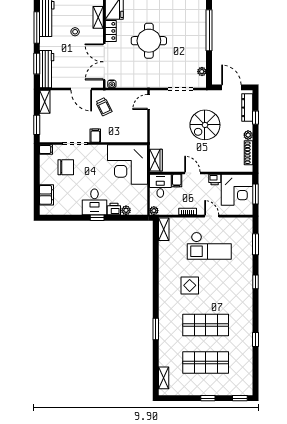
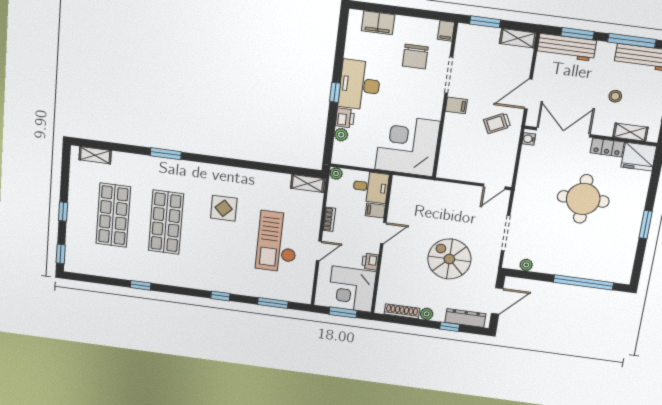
door: (148, 102) -> (494, 187), swing flipped
wardrobe: (156, 160) -> (408, 186), removed
desk: (94, 202) -> (360, 85), width x1.37

